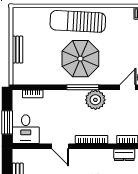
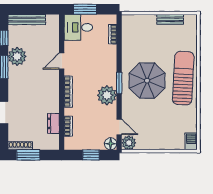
bench: (17, 50) -> (170, 19), moved
window: (83, 87) -> (119, 83), width x0.69

